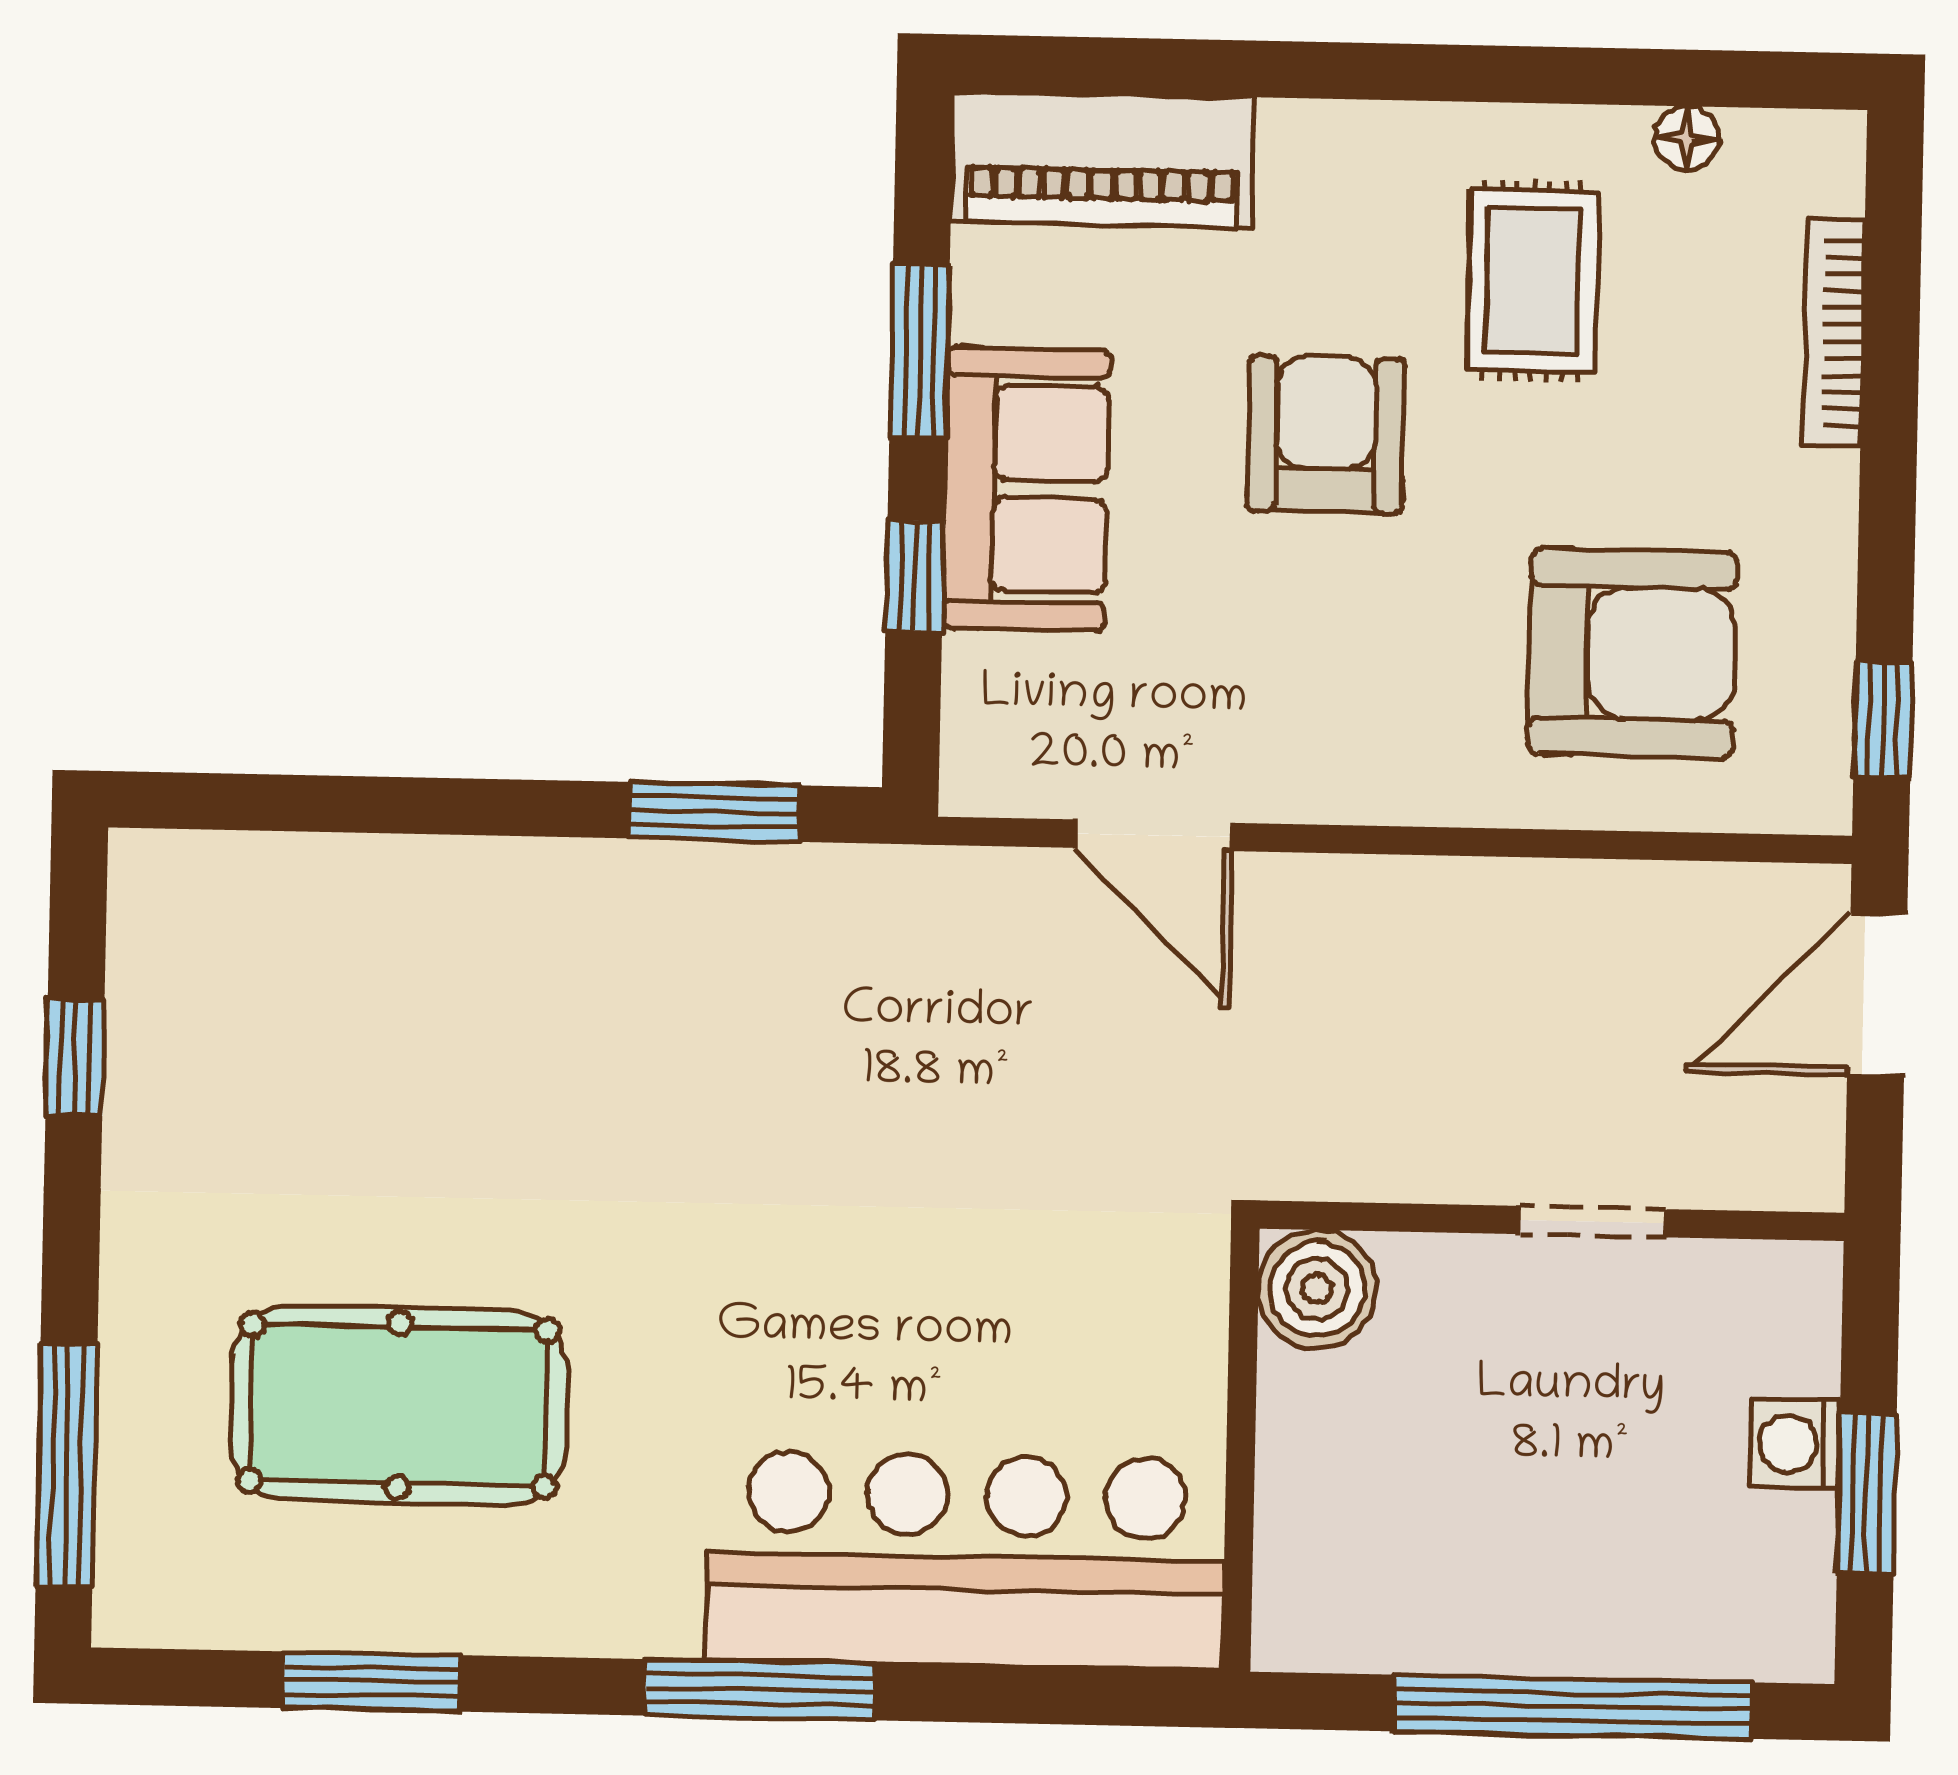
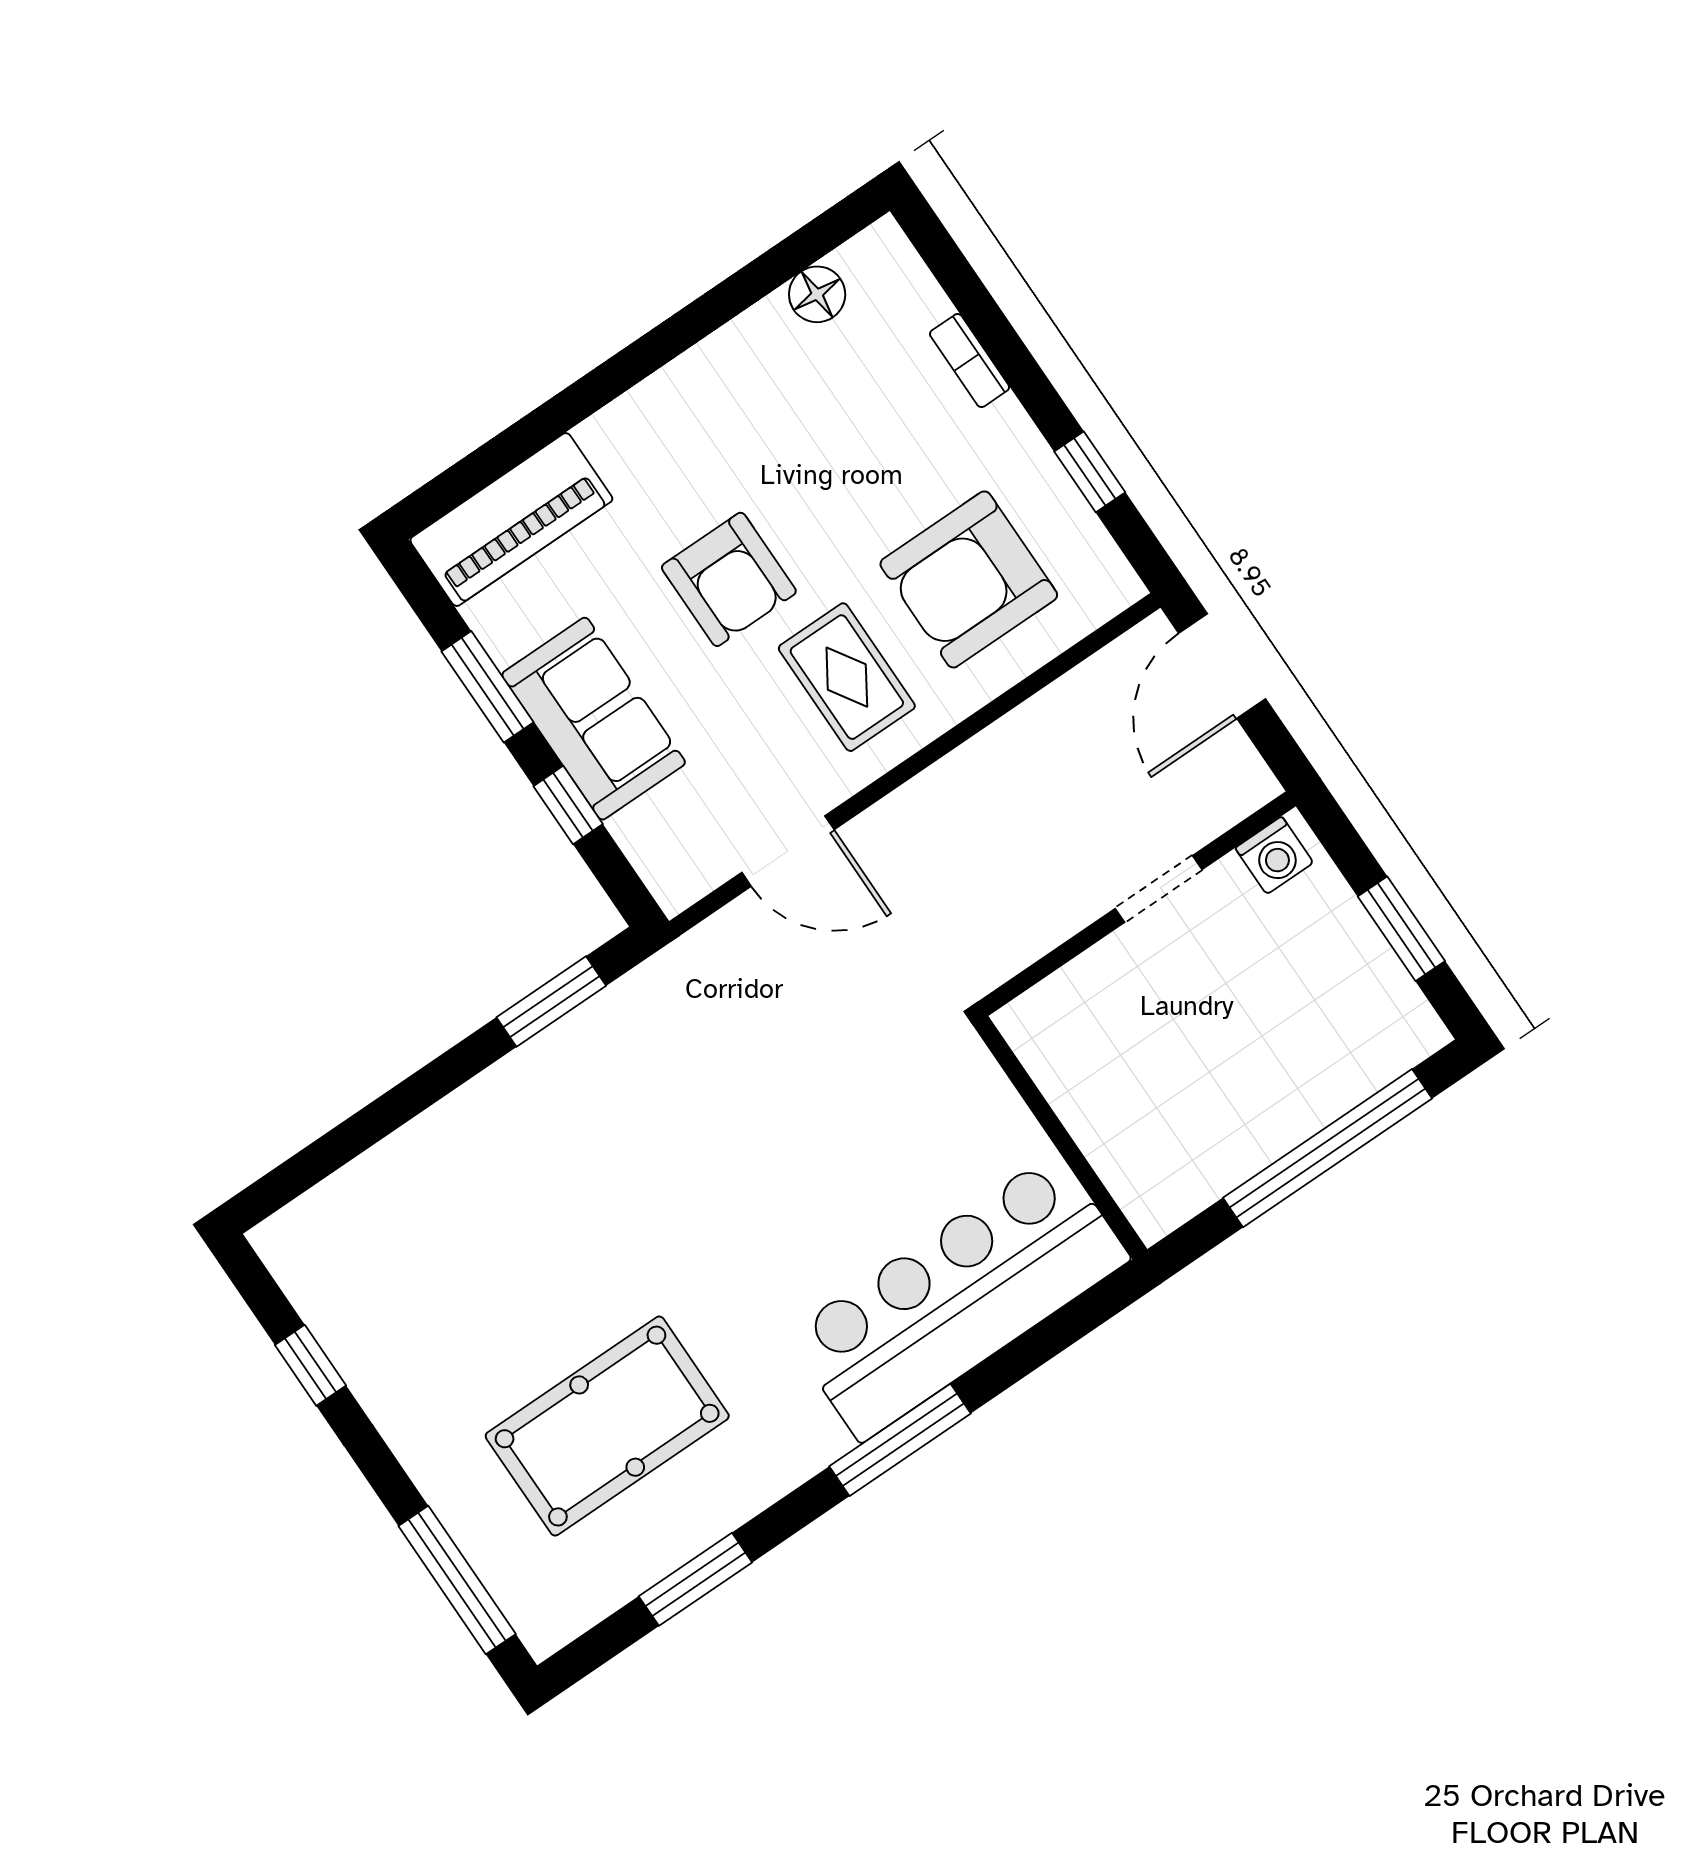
floor lamp: (1687, 138) -> (817, 294), width x1.37, depth x1.37
rug: (1532, 281) -> (847, 677), moved
bookcase: (1834, 333) -> (970, 361), width x0.64
armchair: (1326, 434) -> (729, 579), turned 180
armchair: (1632, 653) -> (969, 579), turned 180
window: (1883, 720) -> (1090, 472), moved
boiler: (1317, 1289) -> (1041, 1026), removed
washing machine: (1795, 1444) -> (1274, 855), moved, turned -90

